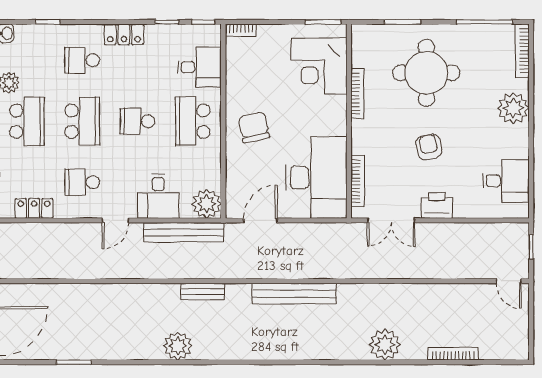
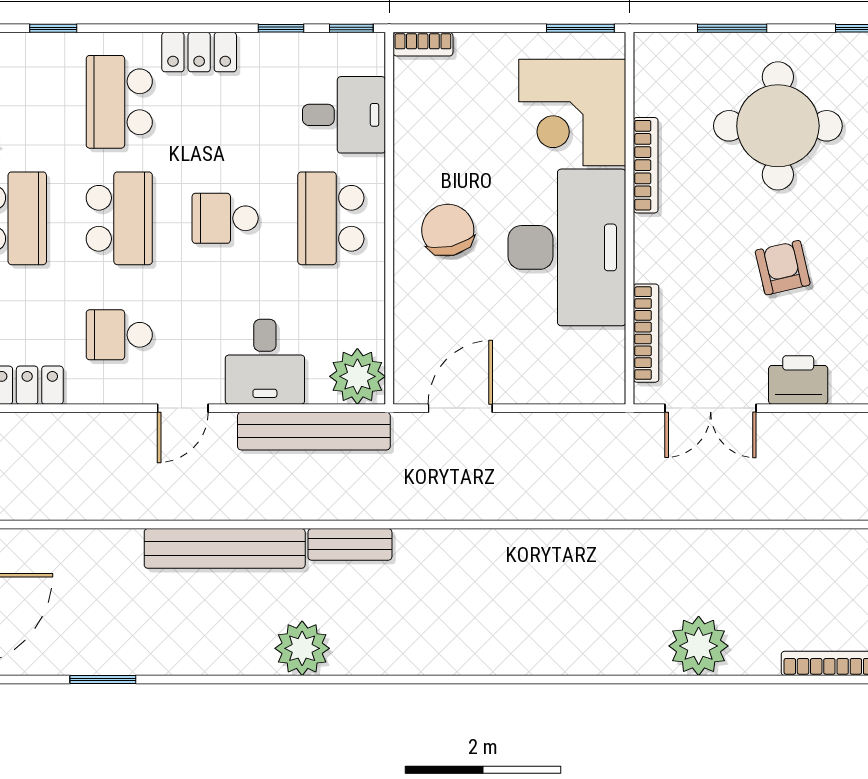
school desk: (82, 60) -> (119, 102), width x1.85
desk: (316, 177) -> (567, 247), moved
bench: (294, 294) -> (225, 548), moved

